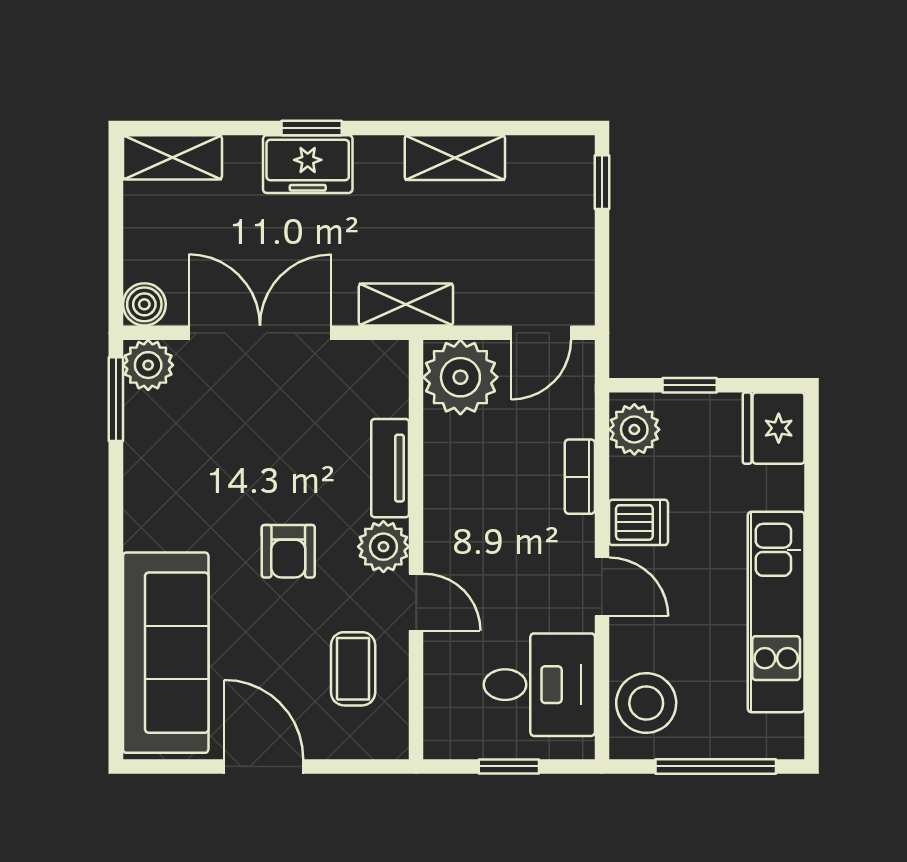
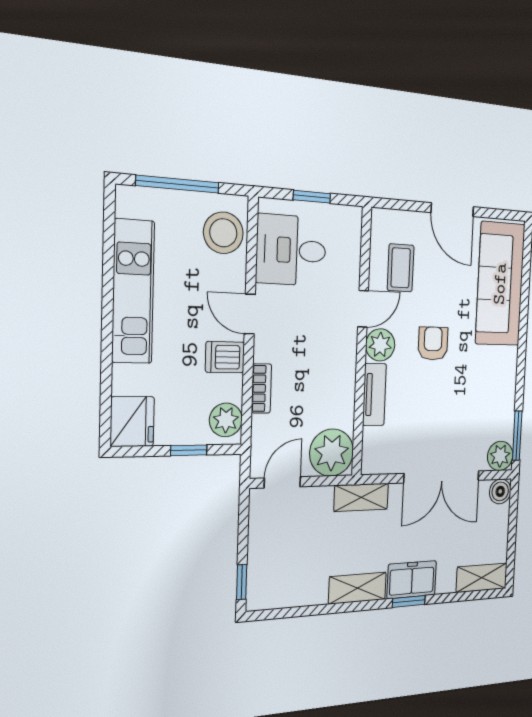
shelving: (455, 158) -> (357, 588), moved
door: (416, 602) -> (363, 309), swing flipped

